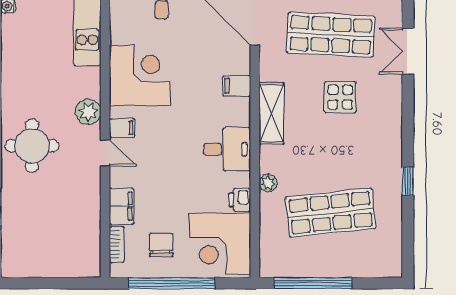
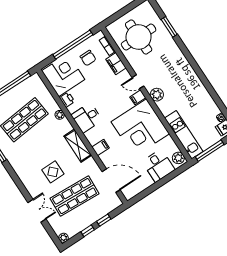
corner desk: (140, 75) -> (140, 128), width x1.36, depth x1.36
round table: (32, 146) -> (139, 37), moved, width x1.36, depth x1.36

